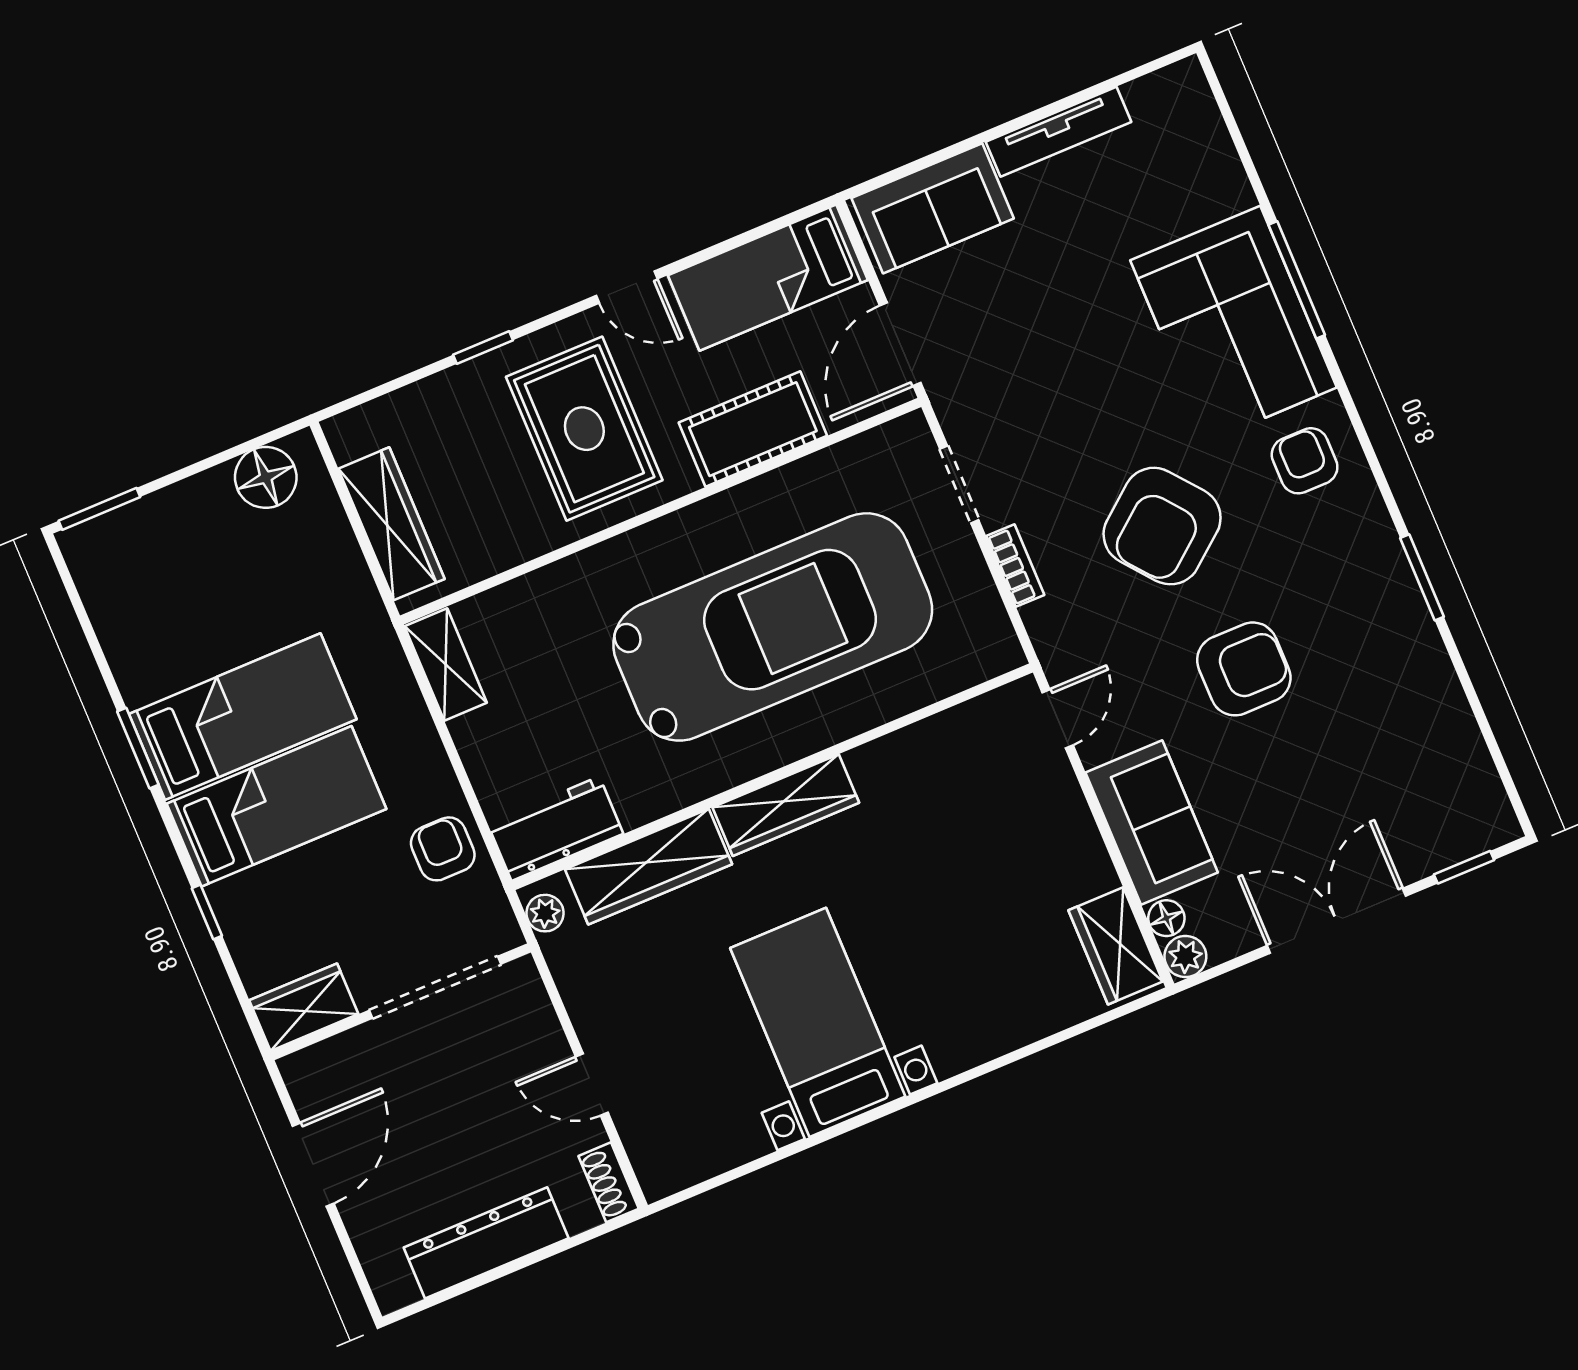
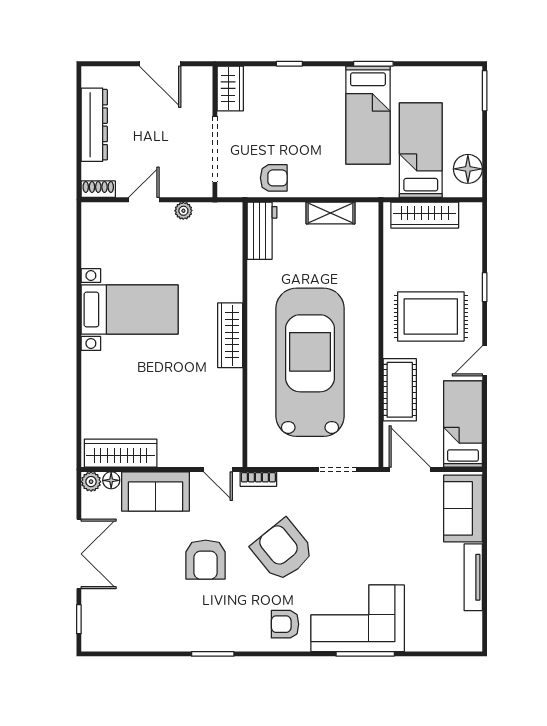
armchair: (1305, 461) -> (285, 624), turned 180
bookcase: (1015, 566) -> (258, 479), moved
car: (773, 627) -> (310, 362), turned 180
shelving: (446, 665) -> (331, 213), moved
bed: (276, 806) -> (421, 150), moved, turned 180
wardrobe: (648, 867) -> (228, 264), removed
plant: (545, 913) -> (183, 211), moved
wardrobe: (1116, 946) -> (121, 453), width x1.50

